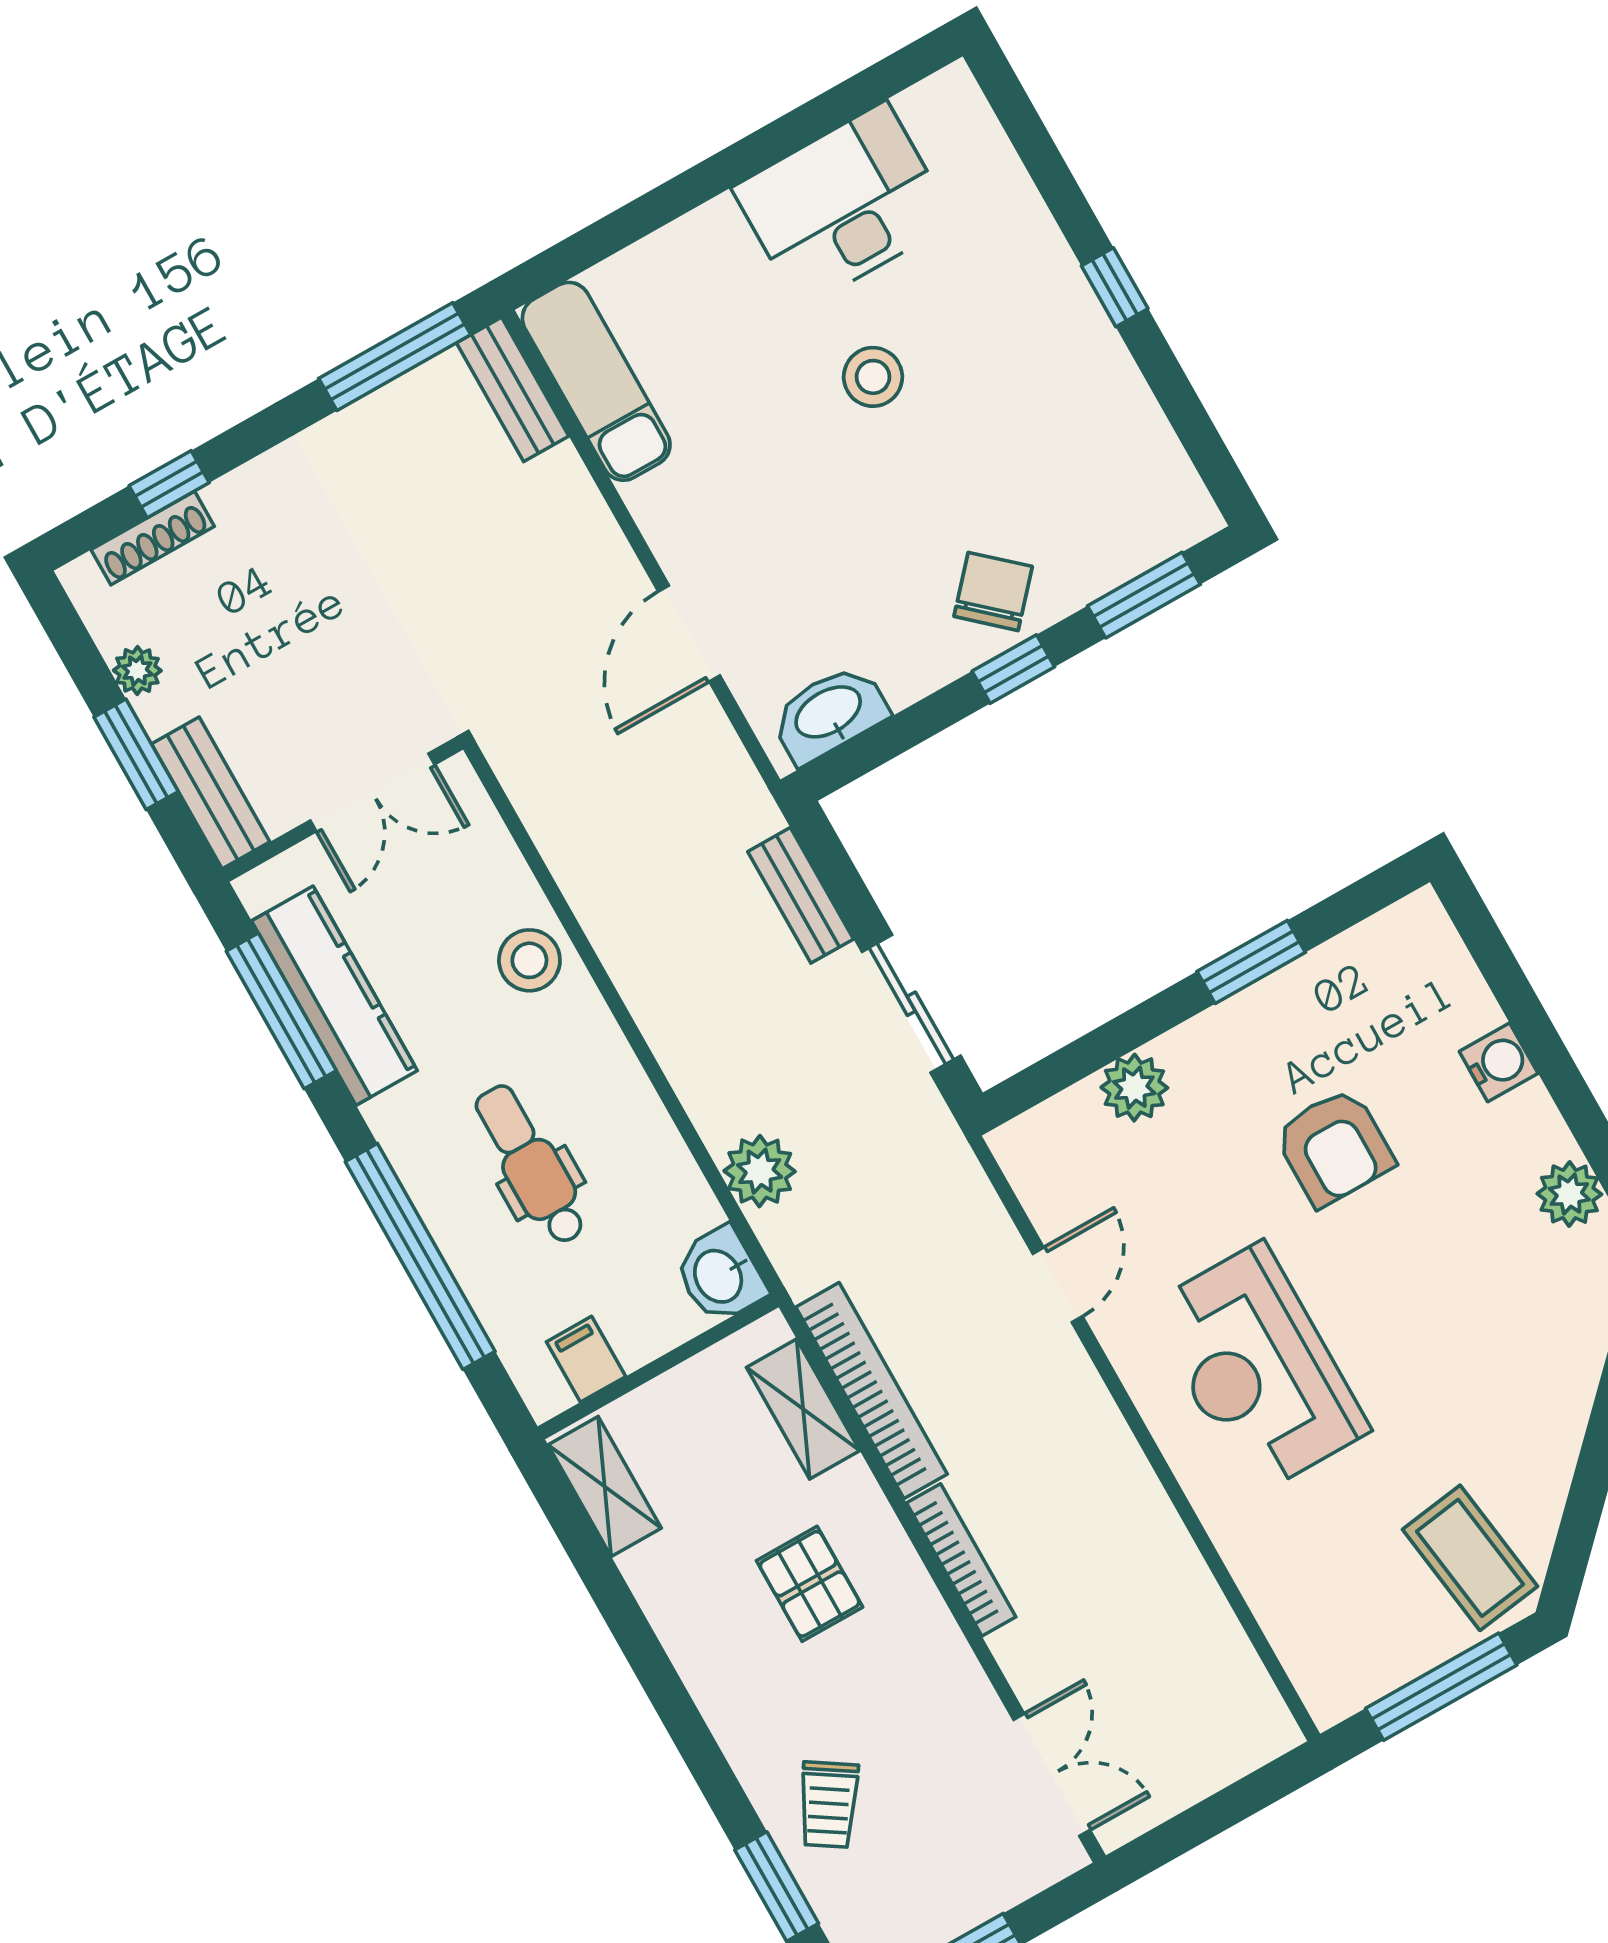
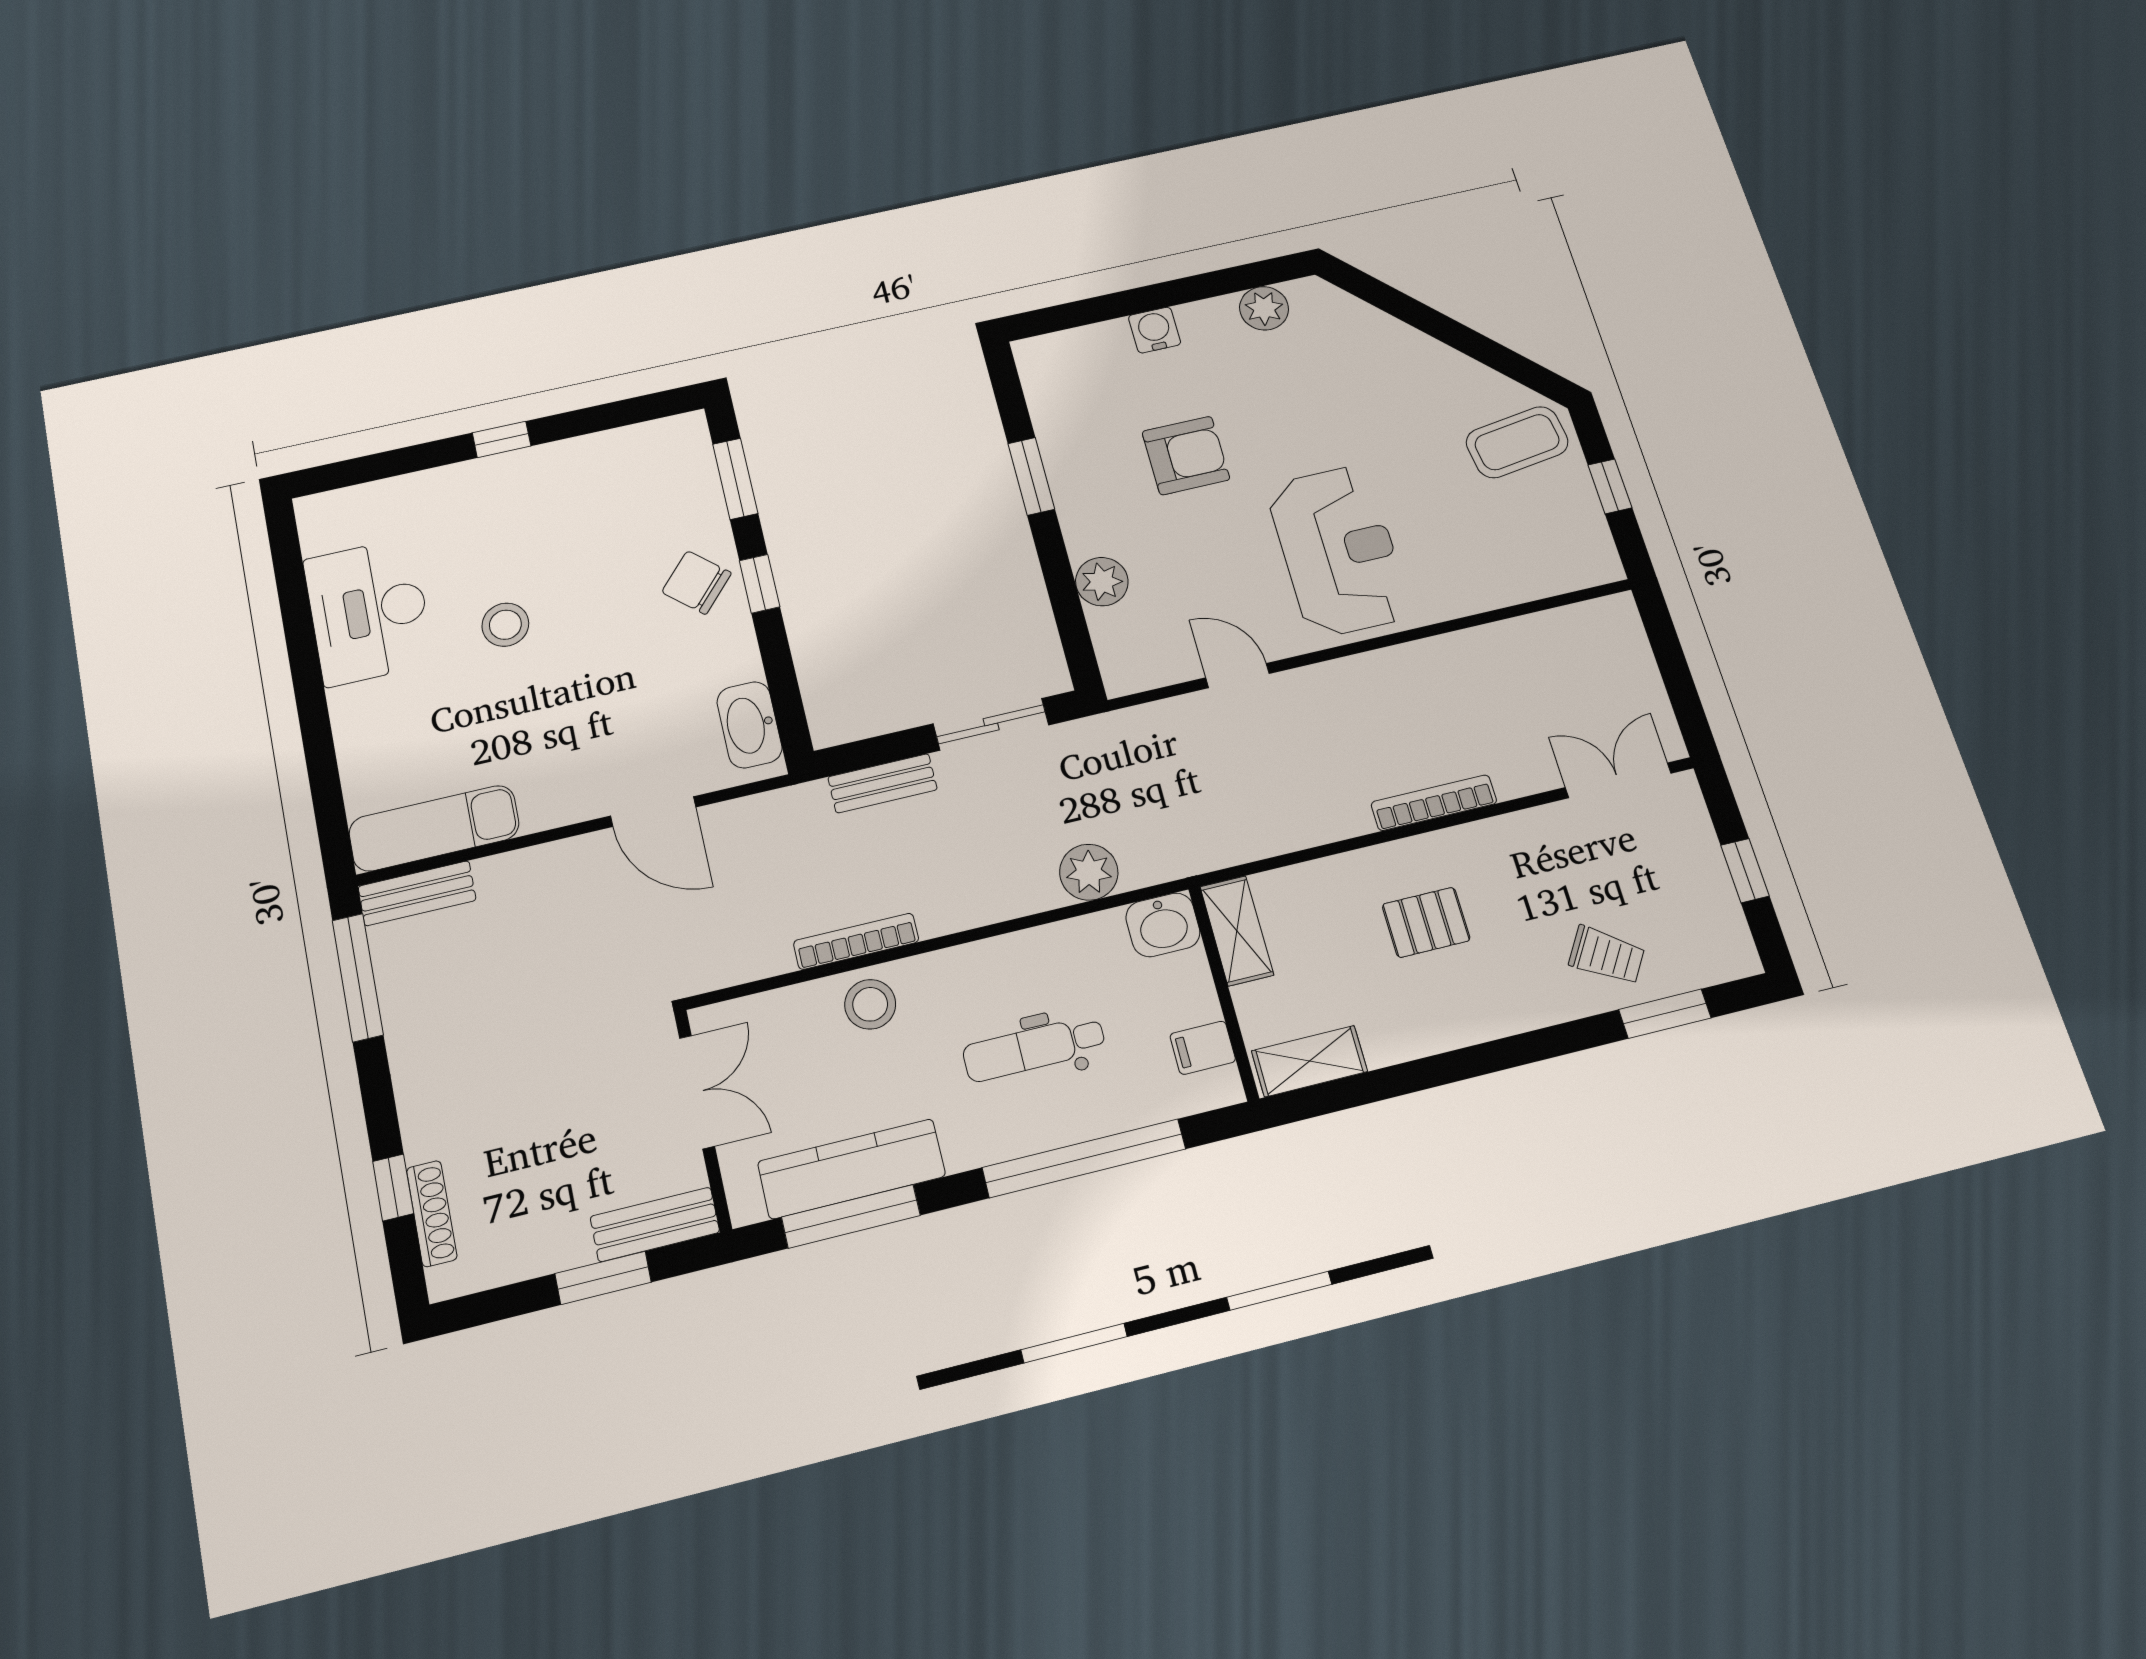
plant: (137, 670) -> (535, 1257), removed
reception desk: (1258, 1369) -> (1339, 551), turned -90
bookcase: (872, 1391) -> (856, 941), moved, width x0.68, depth x0.76
shelving: (803, 1409) -> (1237, 931), moved, turned 90
window: (1441, 1687) -> (1610, 486), width x0.46

